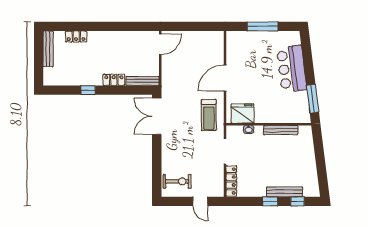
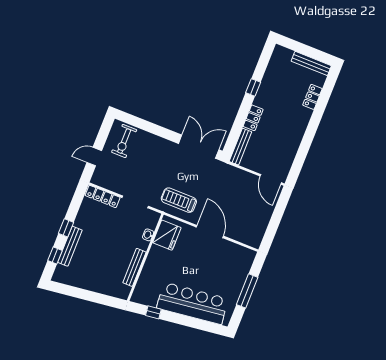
bar counter: (292, 69) -> (192, 303), width x1.36
window: (313, 99) -> (153, 312), width x0.46

